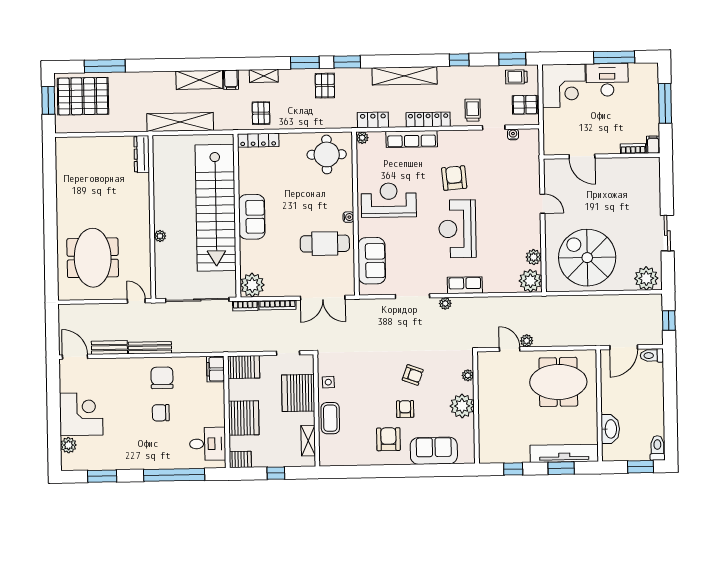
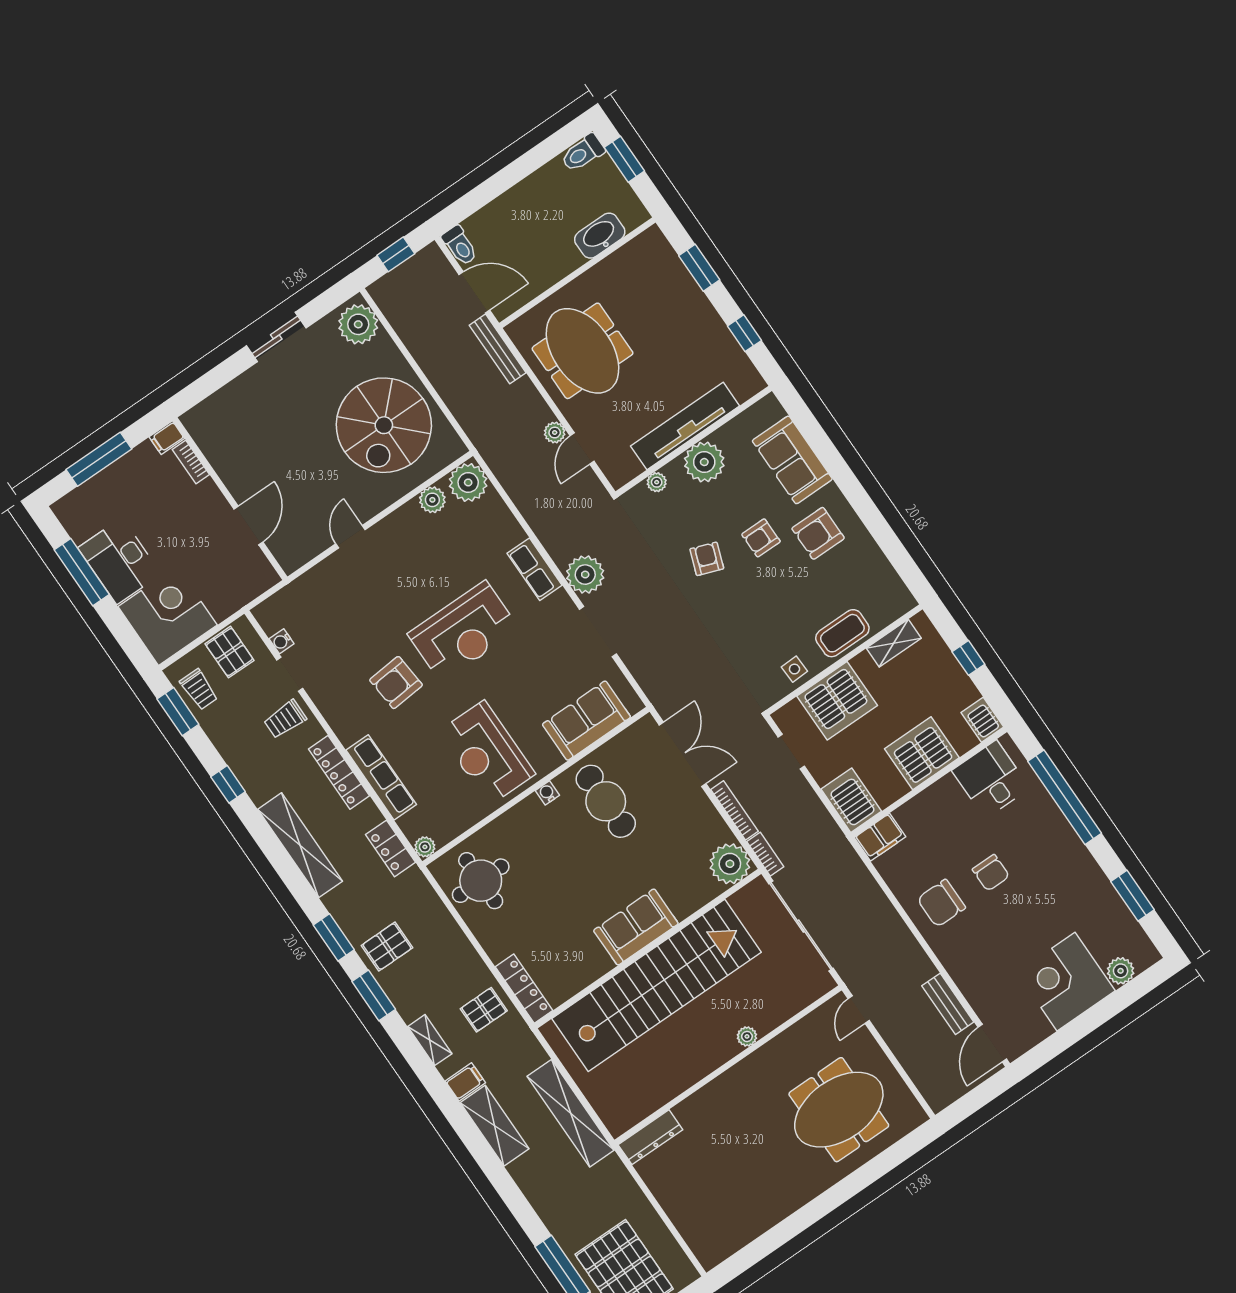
plant: (445, 303) -> (585, 575), width x1.88, depth x1.88
bench: (150, 348) -> (498, 349), moved
tv unit: (564, 453) -> (685, 426), moved, turned 90

